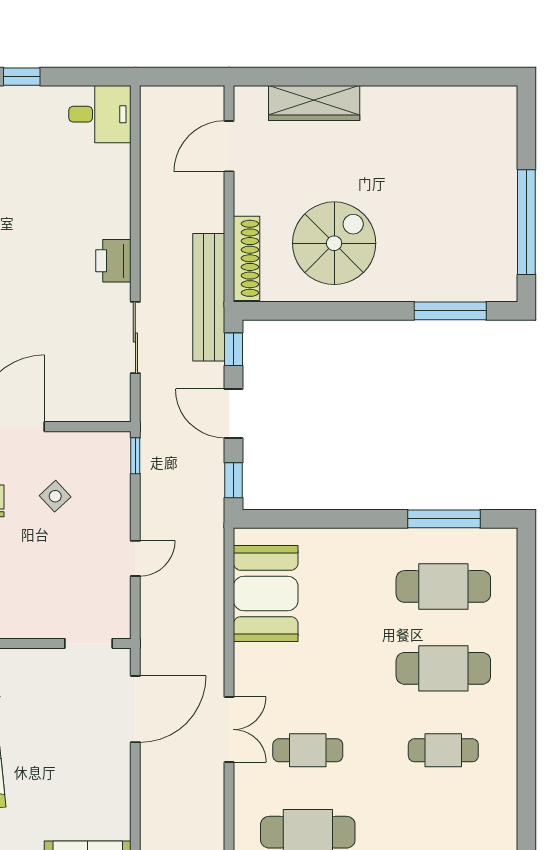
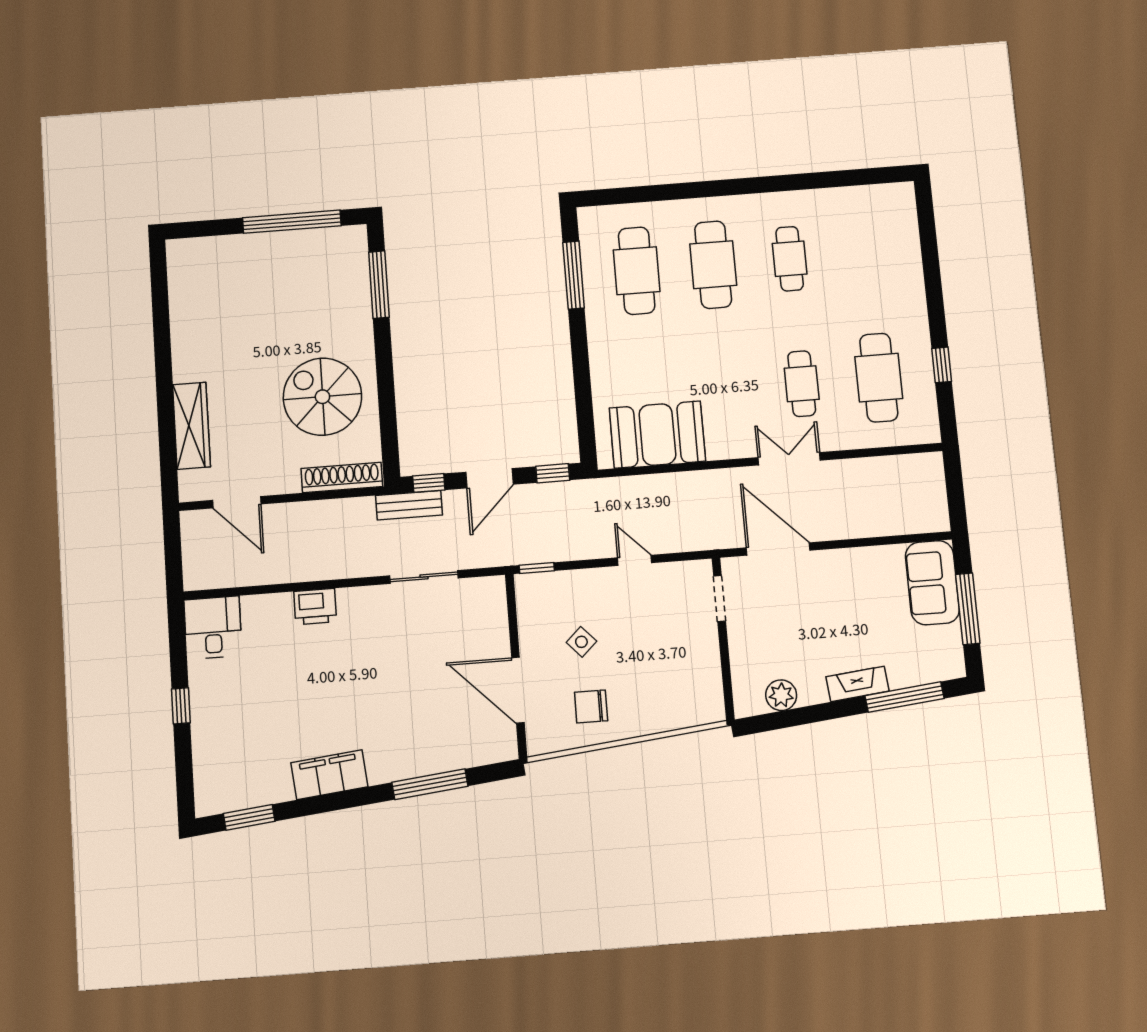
printer: (113, 261) -> (315, 607), moved
bench: (209, 297) -> (409, 505), width x0.54, depth x0.82

